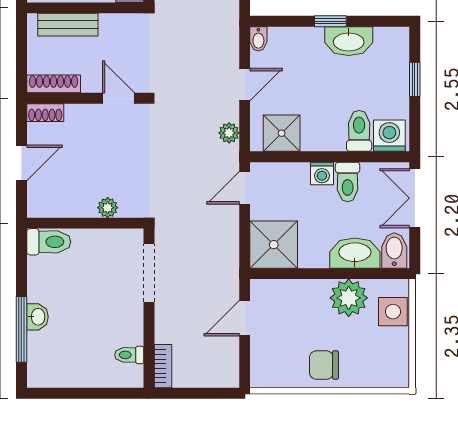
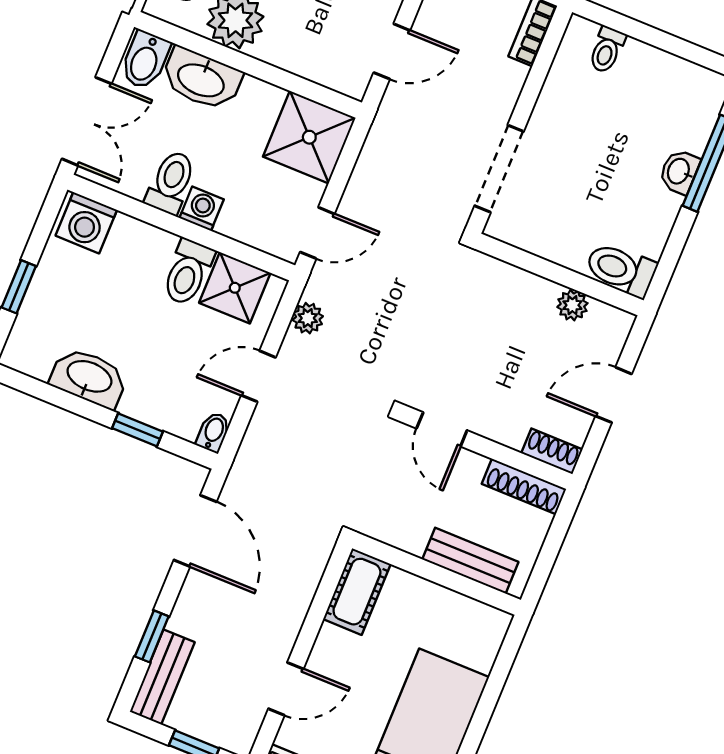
window: (330, 21) -> (138, 430), moved
toilet: (359, 131) -> (188, 272), moved
plant: (108, 208) -> (572, 305), moved
toilet: (129, 355) -> (607, 50), moved, turned 90

